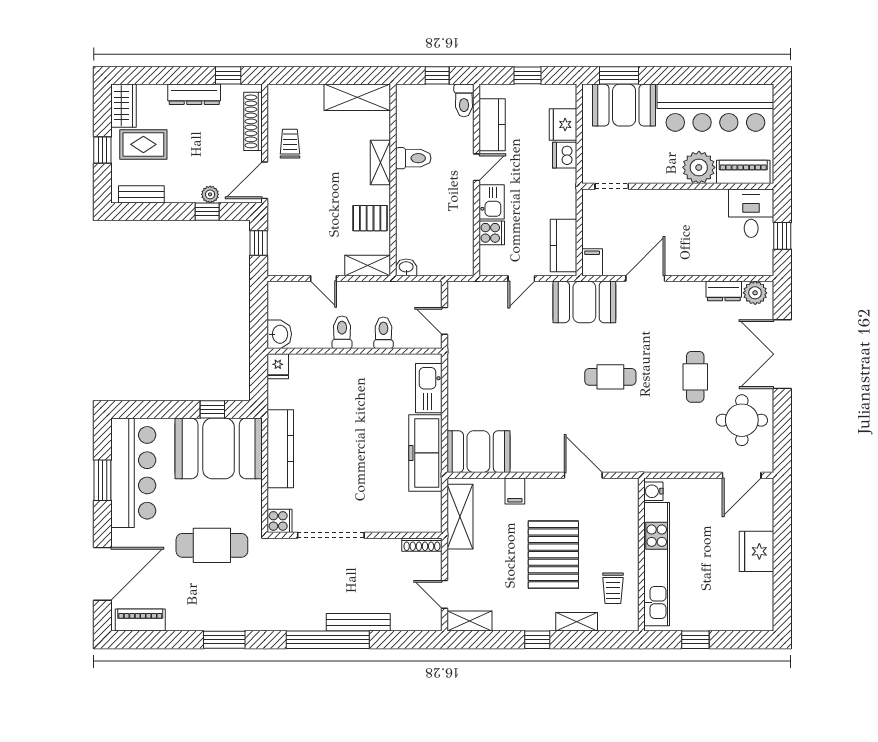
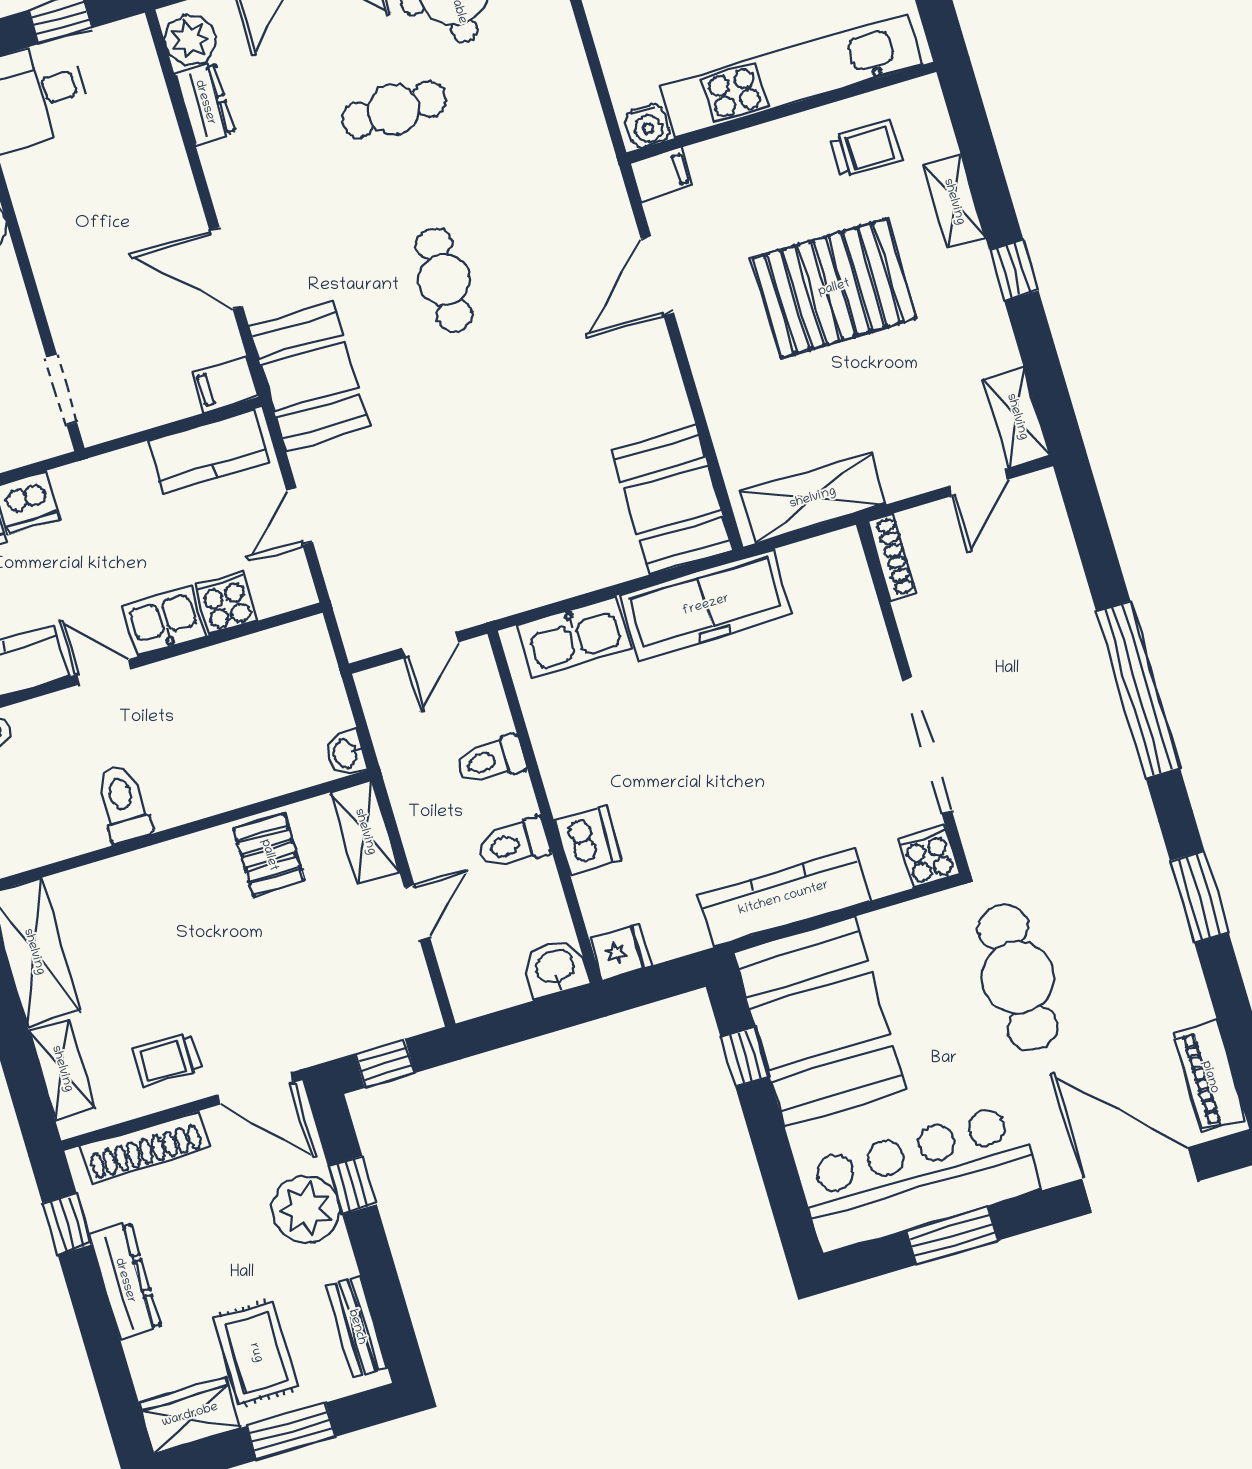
window: (102, 150) -> (291, 1431), width x1.50
shelving: (380, 163) -> (62, 1069), moved, turned 90
plant: (210, 194) -> (305, 1209), width x1.88, depth x1.88
door: (521, 278) -> (300, 516), swing flipped
dishwasher: (334, 367) -> (588, 840), added
filing cabinet: (515, 491) -> (662, 175), moved
bench: (358, 622) -> (1085, 639), removed

